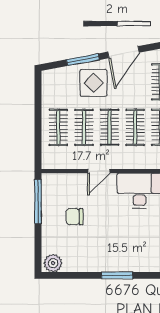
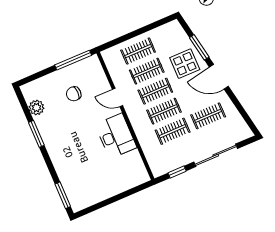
chair: (75, 217) -> (74, 94), turned -90
plant: (53, 263) -> (36, 108), moved
window: (117, 275) -> (36, 134), moved

